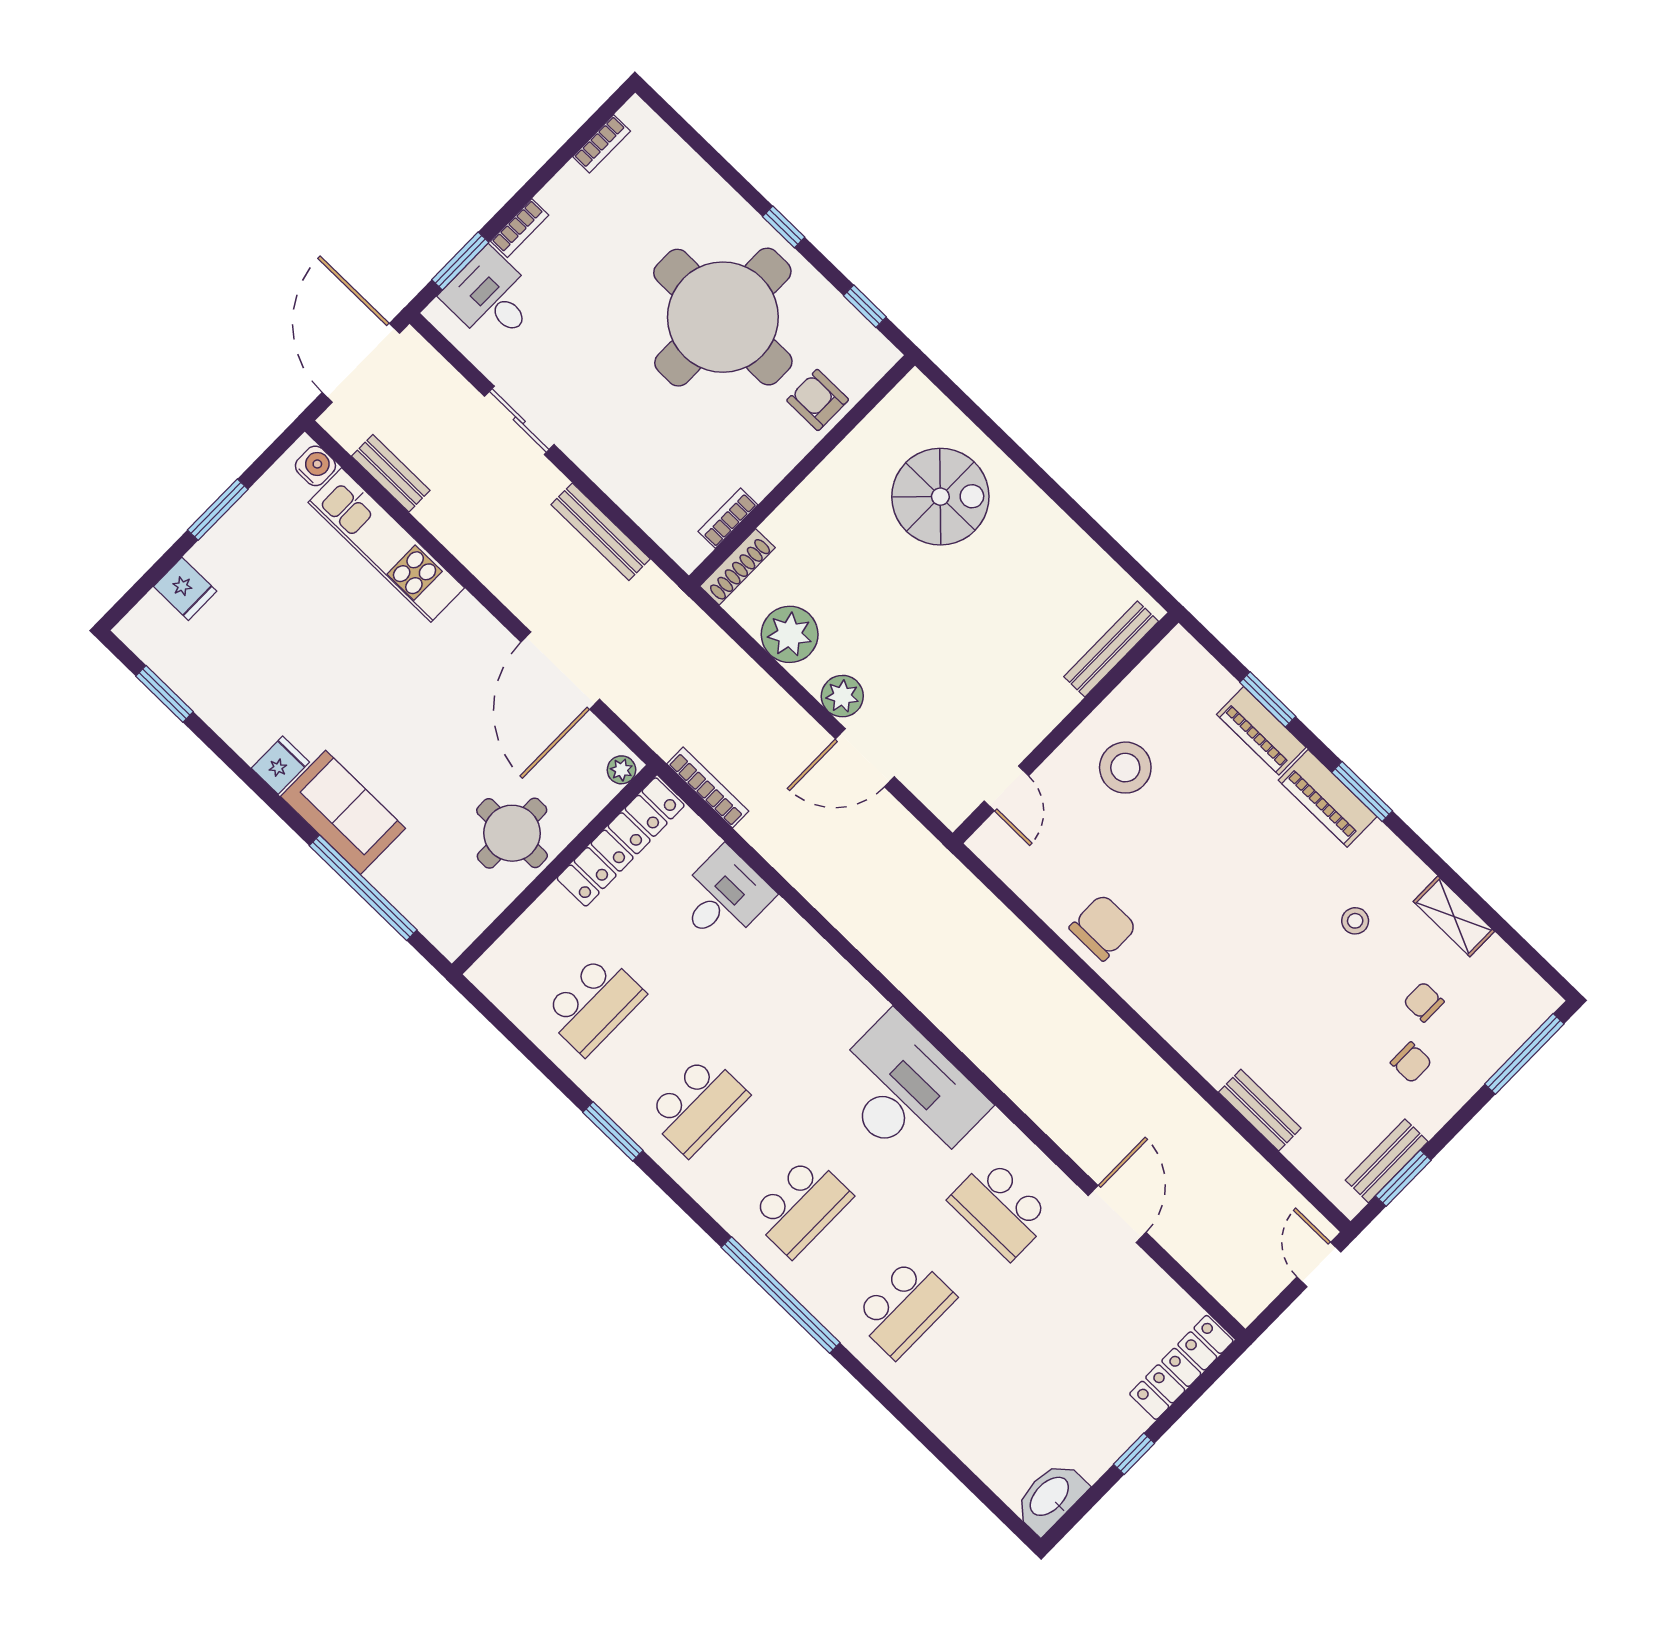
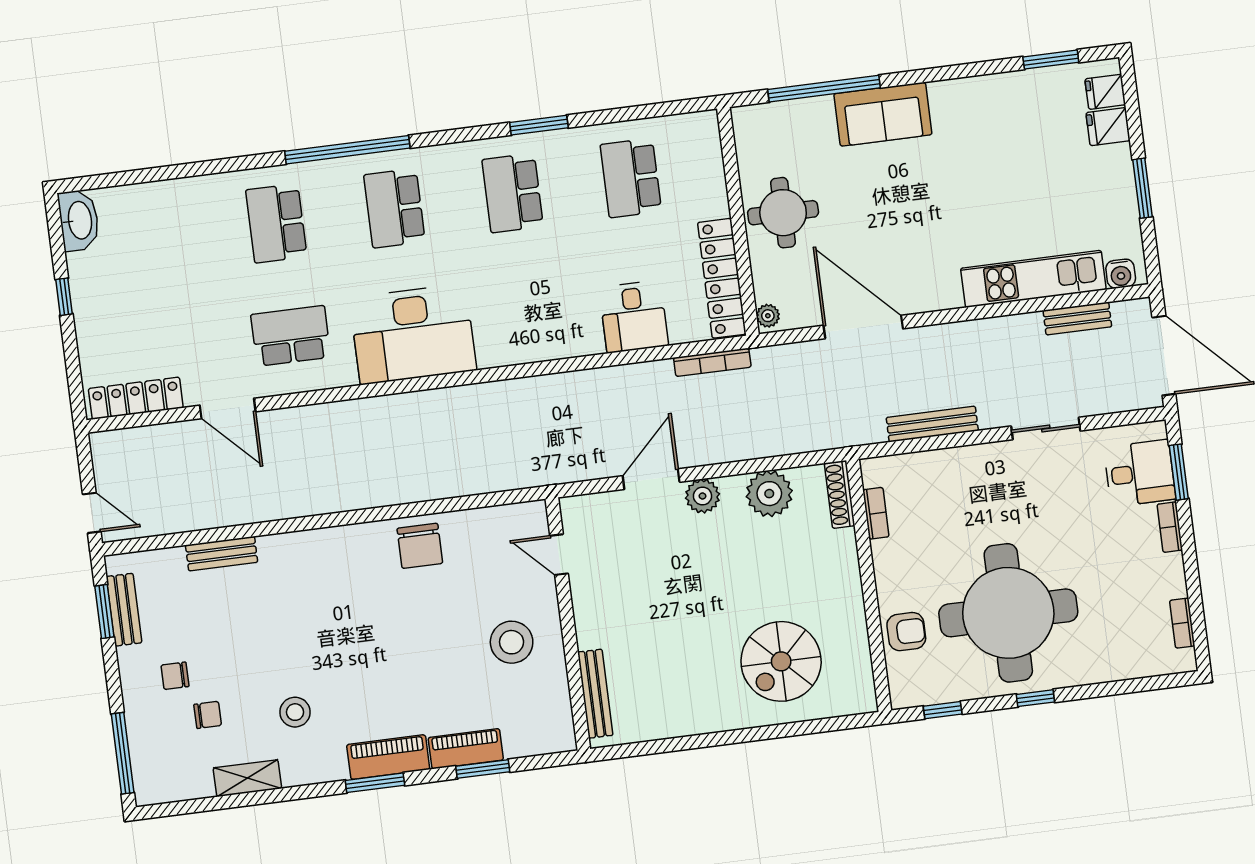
fridge: (280, 765) -> (1105, 92), moved, turned 90
stool: (1355, 921) -> (295, 712), width x1.37, depth x1.37
locker: (1181, 1367) -> (136, 398), moved, turned -90

